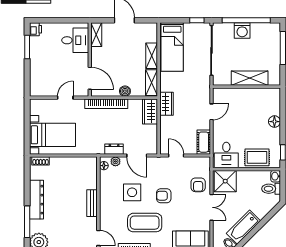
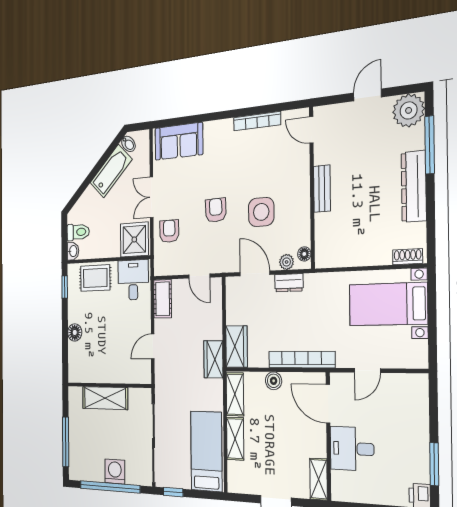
desk: (75, 40) -> (352, 449), moved
armchair: (164, 196) -> (216, 210), turned -92
coffee table: (145, 223) -> (242, 164), removed

